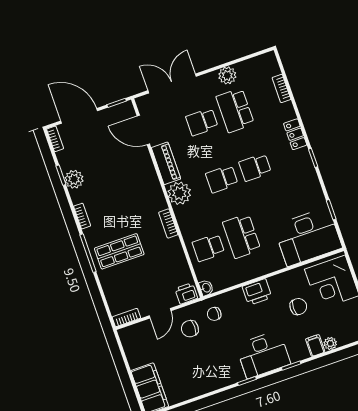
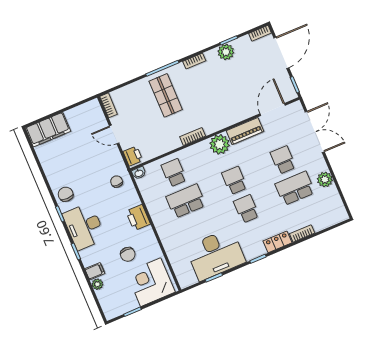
bookcase: (281, 88) -> (302, 233), moved
desk: (308, 237) -> (215, 254), moved, turned -90
chair: (190, 329) -> (66, 194), moved

